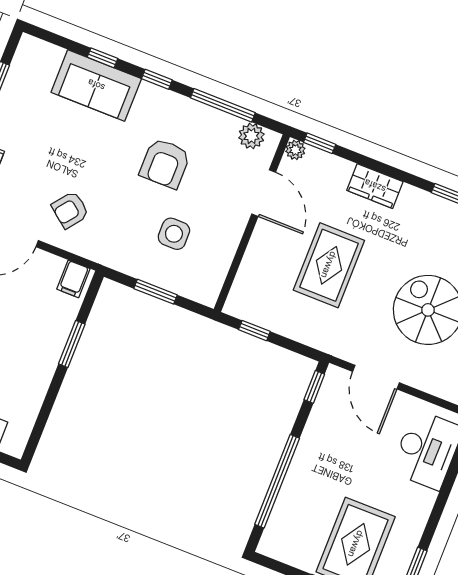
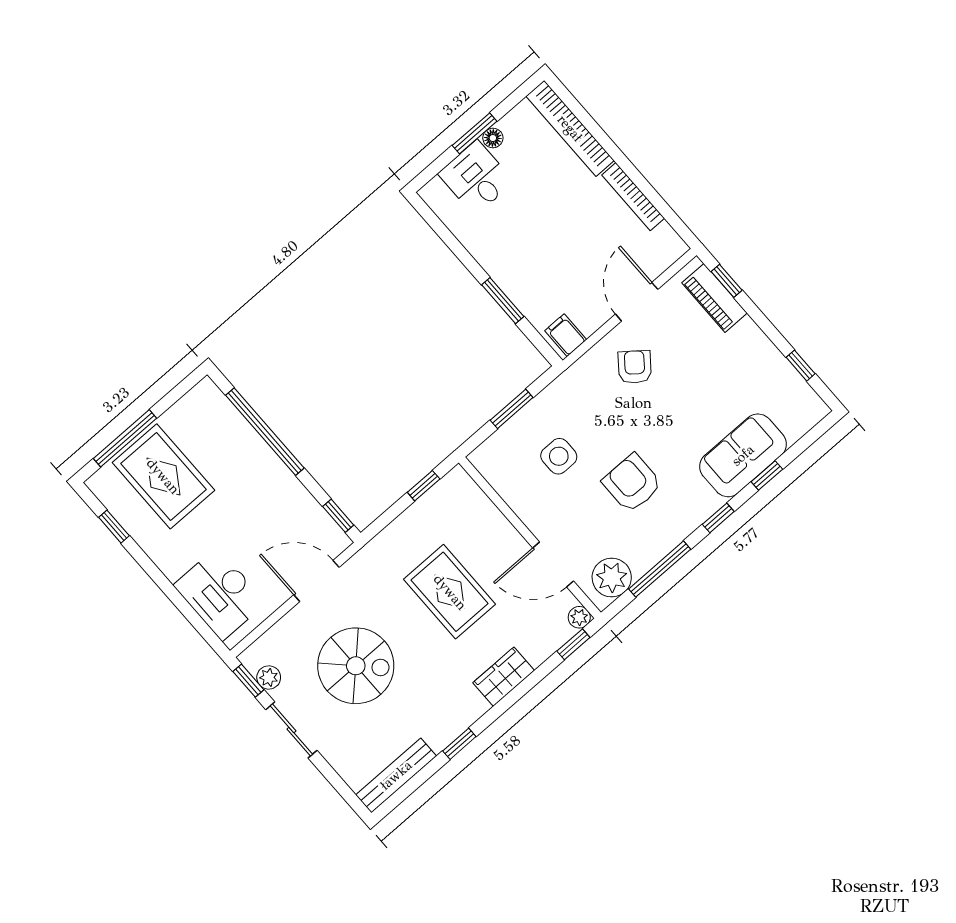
plant: (251, 136) -> (612, 578), width x1.36, depth x1.36

